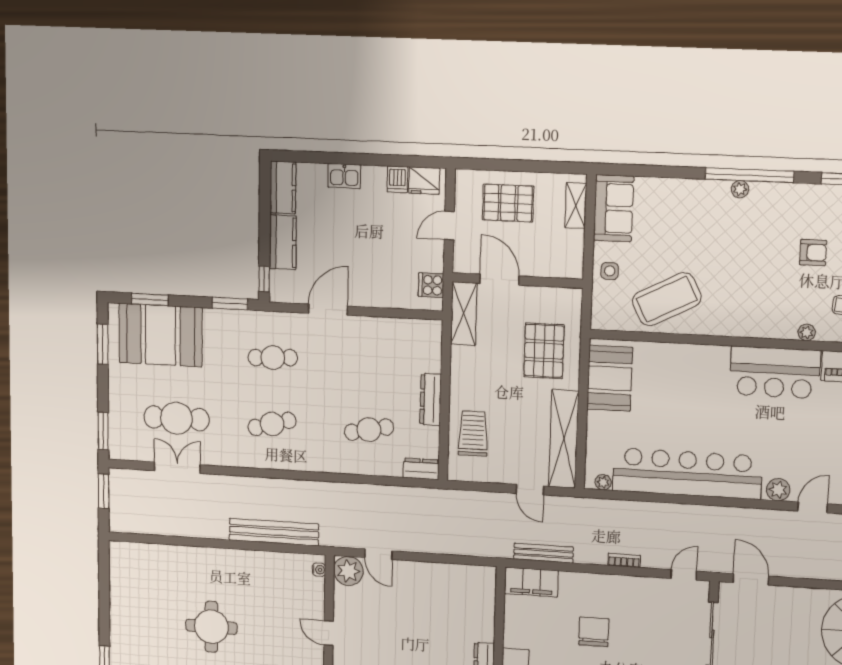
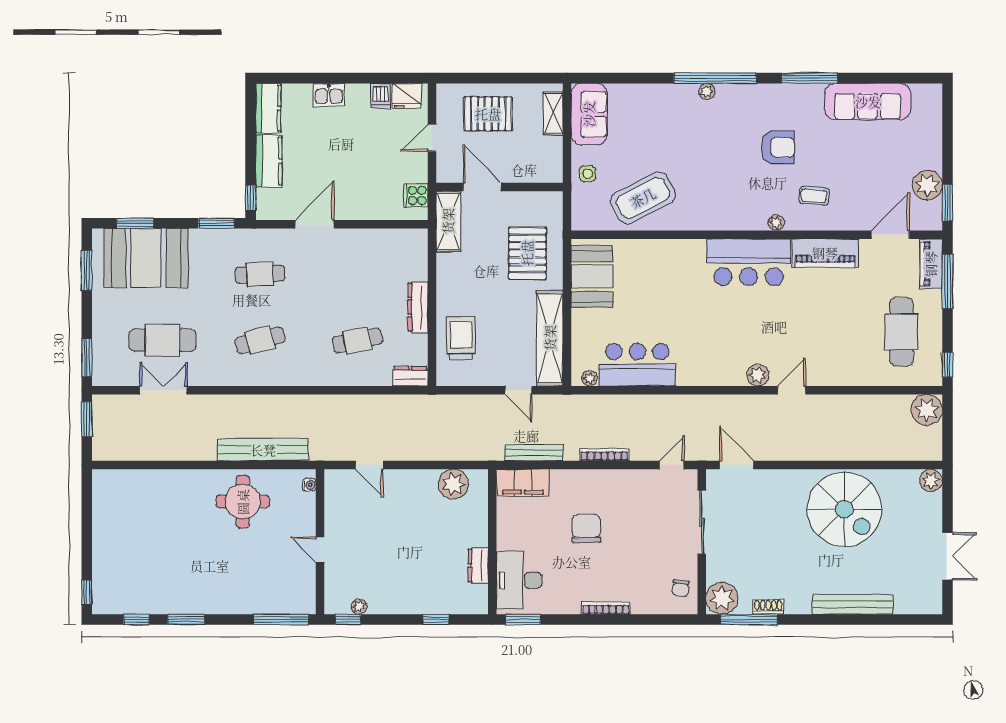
armchair: (813, 253) -> (778, 147), width x1.38, depth x1.38
bar counter: (687, 474) -> (637, 365), width x0.54
bookcase: (624, 560) -> (604, 455), width x1.56
plant: (348, 571) -> (453, 484), moved
round table: (211, 627) -> (243, 502), moved

